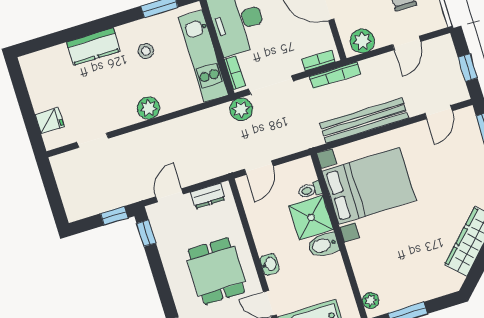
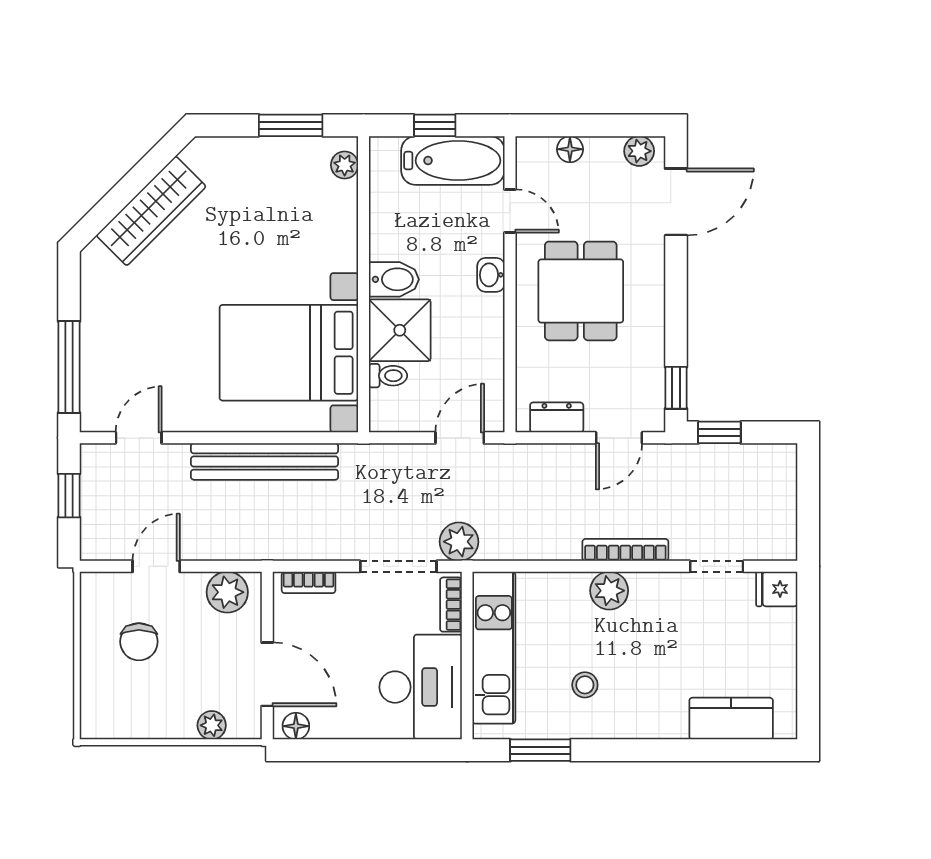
kitchen counter: (93, 47) -> (731, 719), moved
bookcase: (335, 75) -> (625, 550), moved
fridge: (50, 121) -> (777, 589), moved

